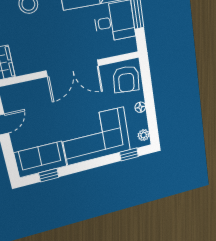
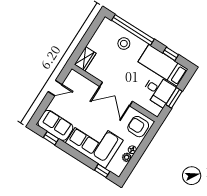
armchair: (126, 79) -> (138, 127), turned 85
plant: (144, 135) -> (127, 157), moved

